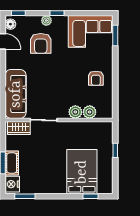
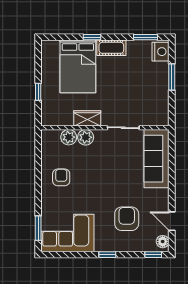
plant: (46, 21) -> (120, 246), removed
wardrobe: (19, 128) -> (87, 118), moved
cot: (12, 163) -> (111, 48), moved, turned 90
window: (90, 196) -> (92, 37), moved

